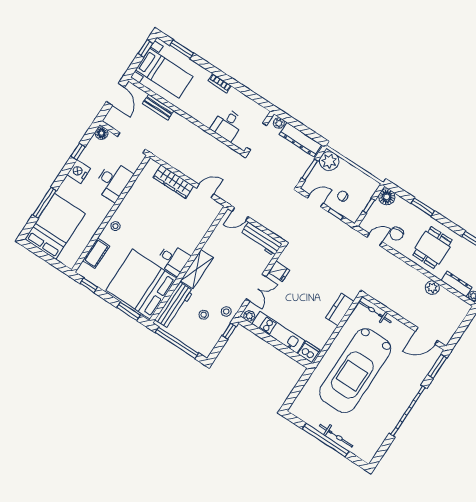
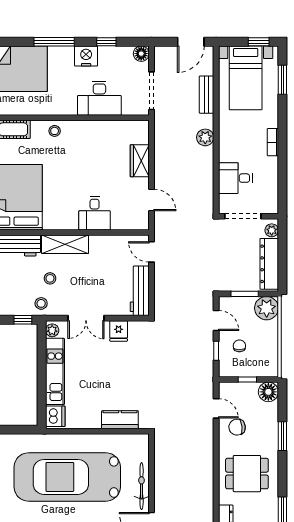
wardrobe: (173, 182) -> (140, 161), width x0.67
window: (45, 203) -> (54, 42), moved
desk: (173, 259) -> (95, 213), moved
plant: (432, 288) -> (205, 137), moved
bicycle: (375, 312) -> (142, 486), moved
stool: (204, 315) -> (50, 278), moved

